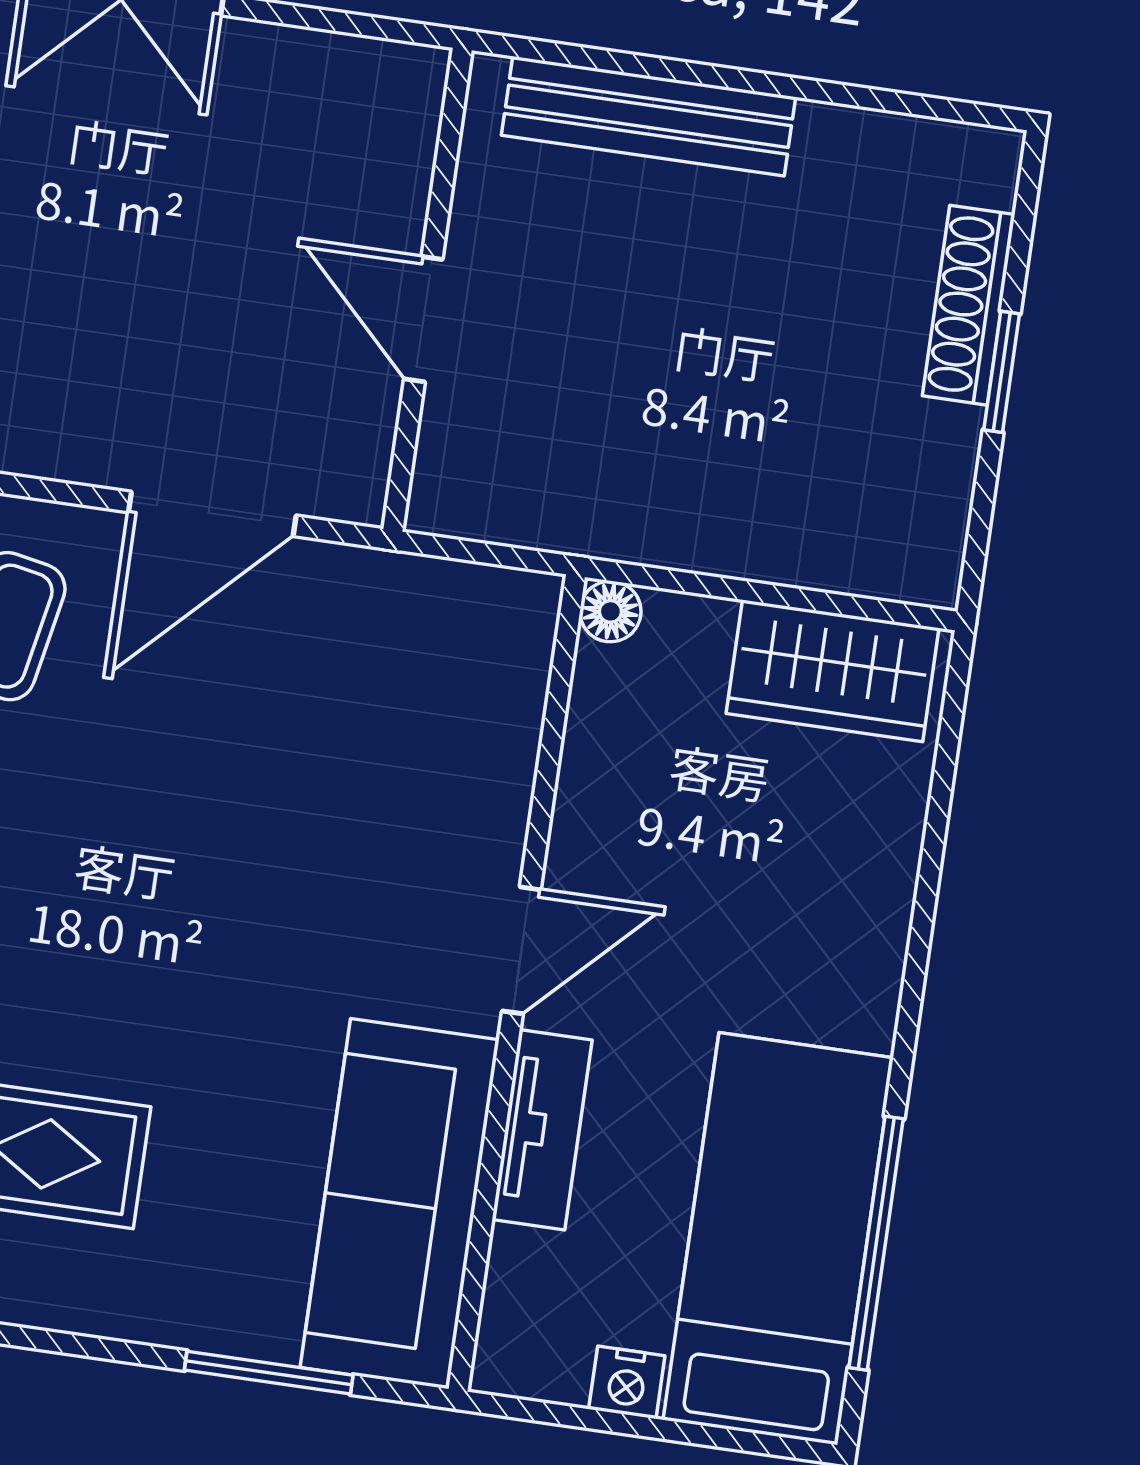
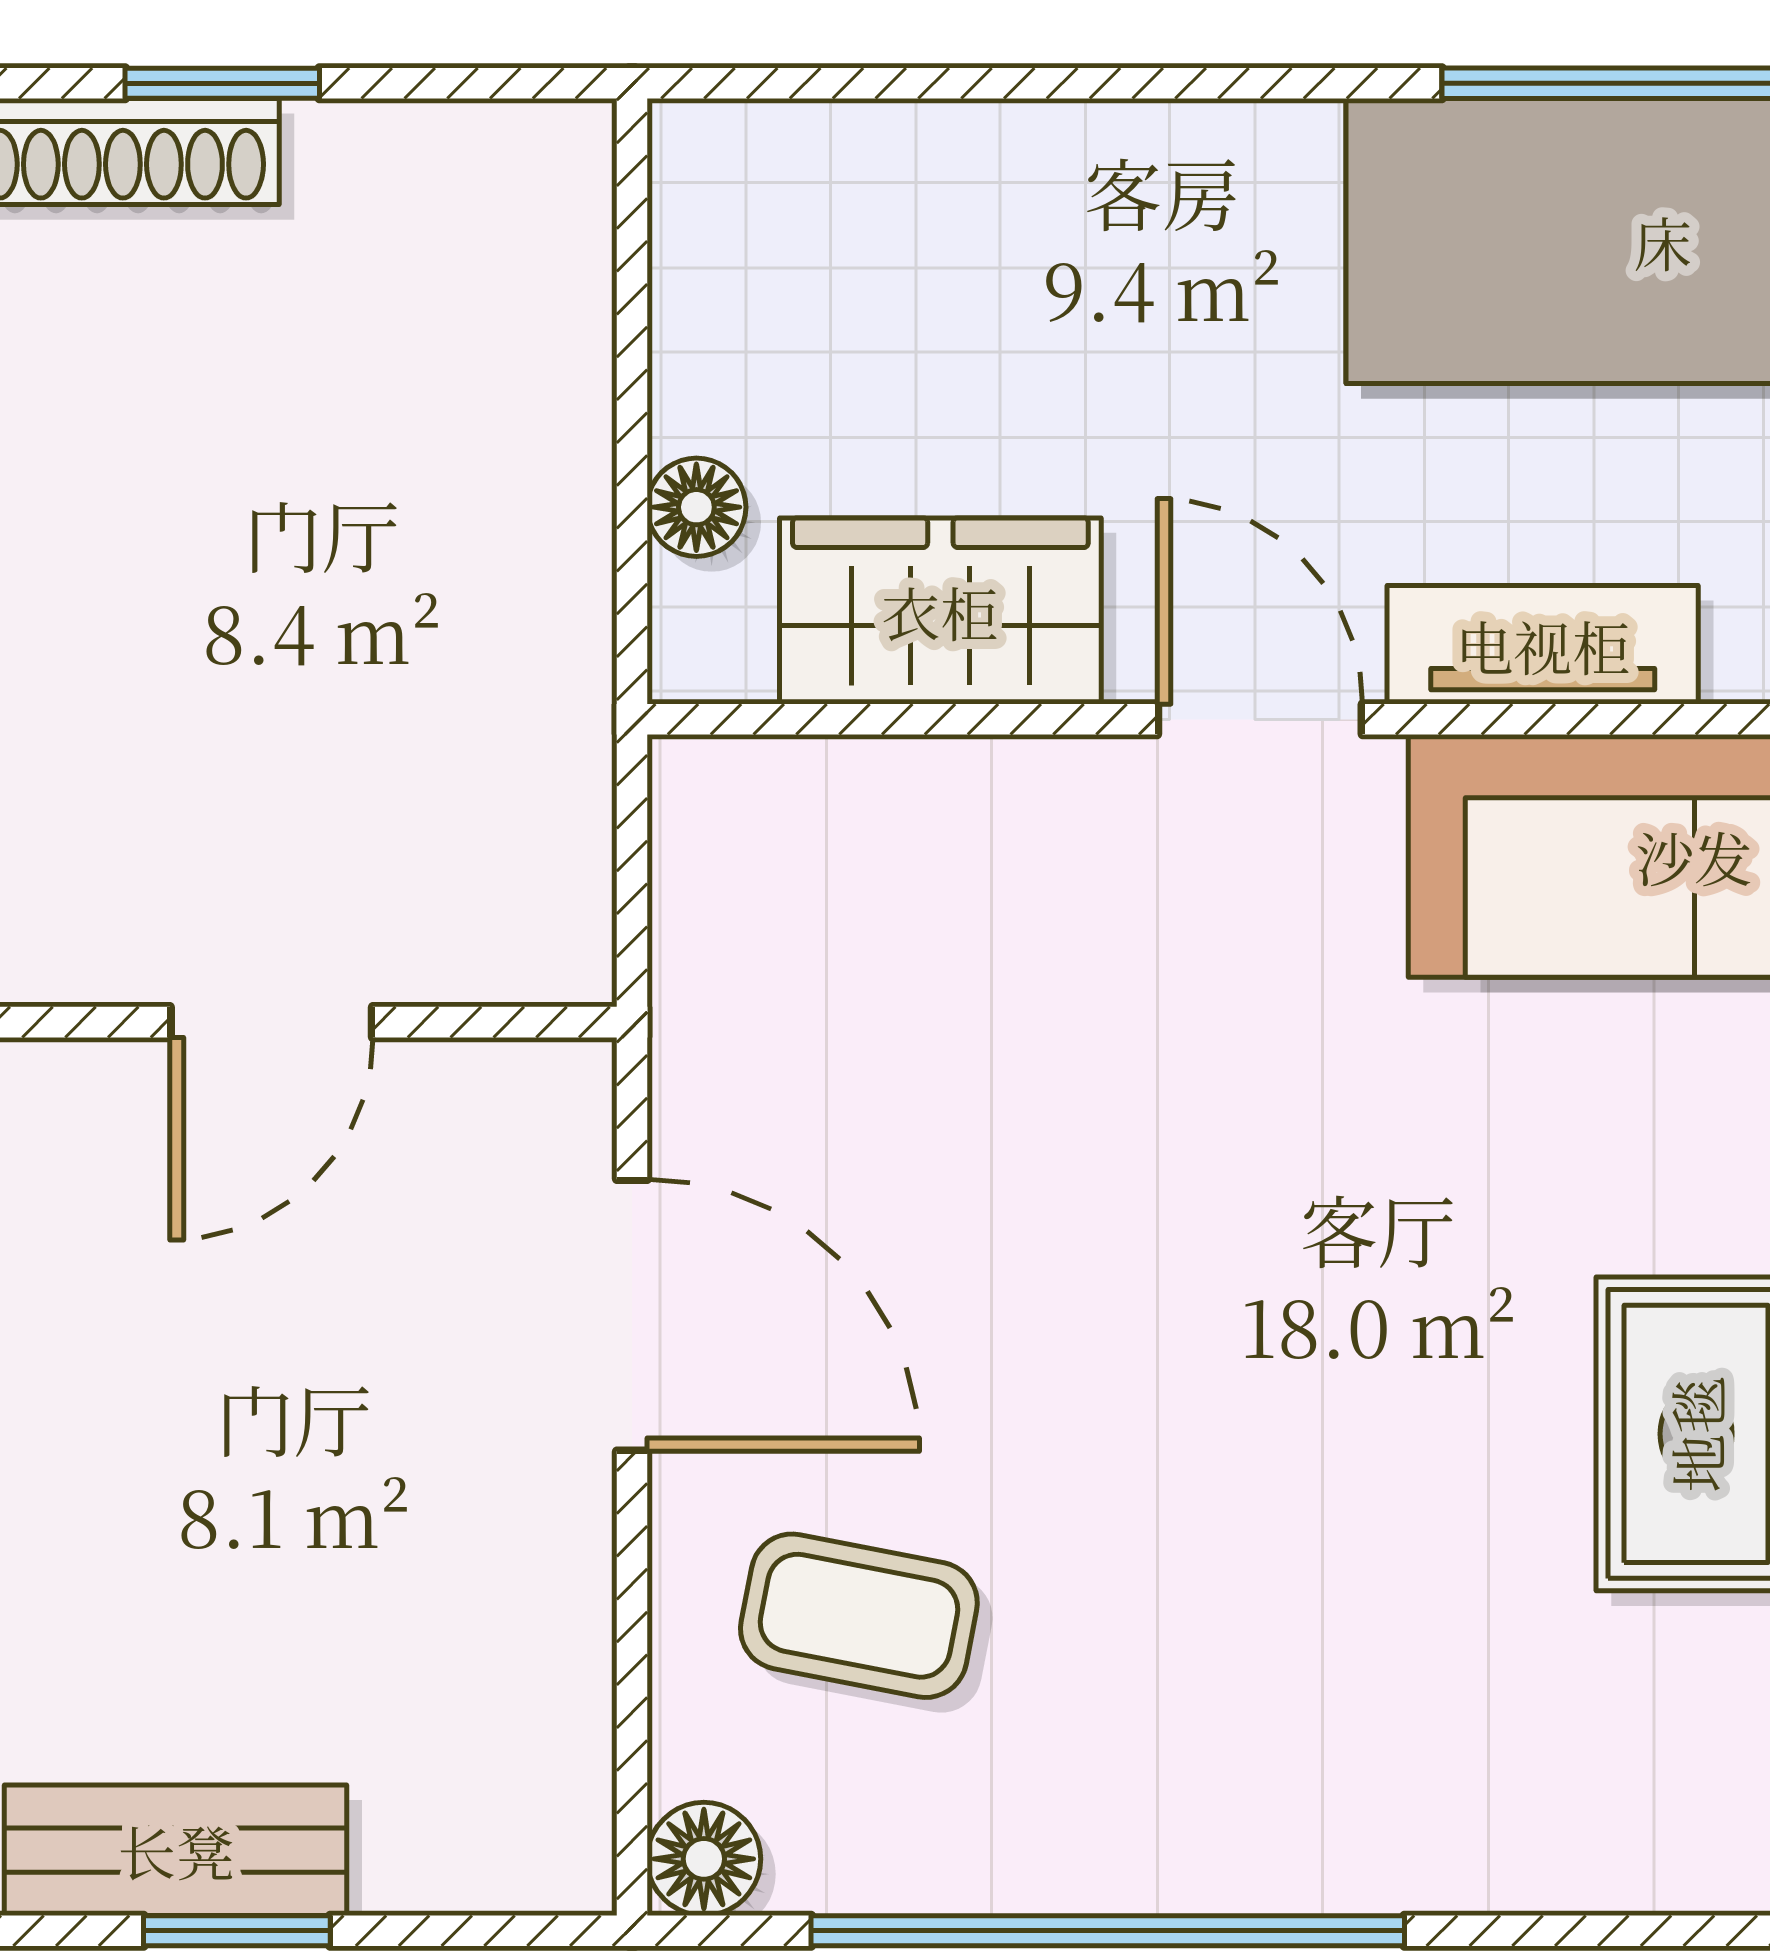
floor lamp: (610, 611) -> (696, 507), moved
wardrobe: (833, 671) -> (940, 611), moved, turned -90

